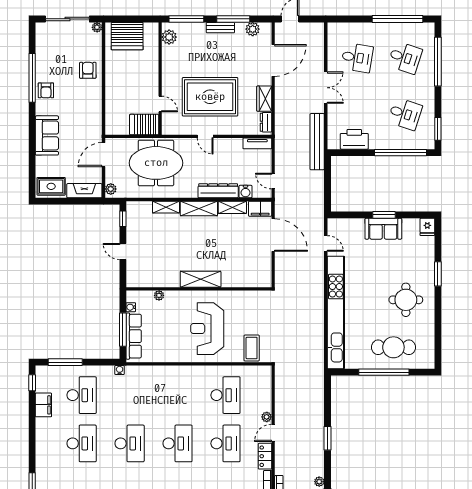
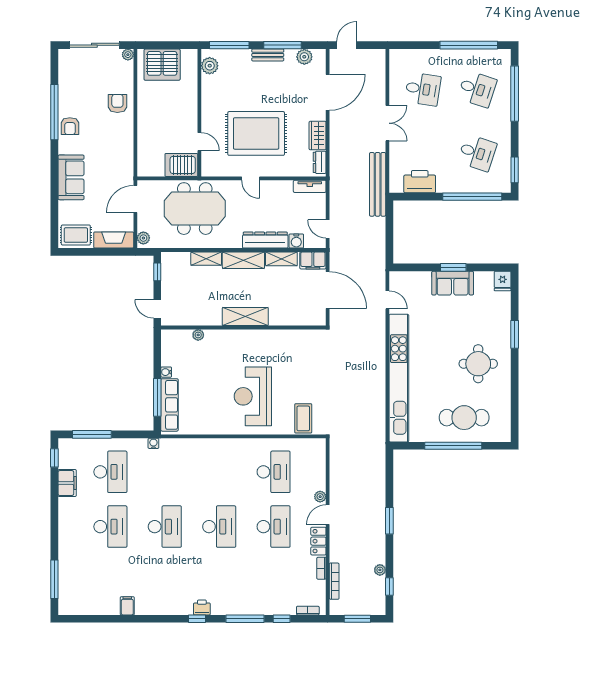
shelving: (201, 279) -> (245, 317), moved
wall: (199, 289) -> (243, 328), moved
plant: (159, 295) -> (198, 335), moved

